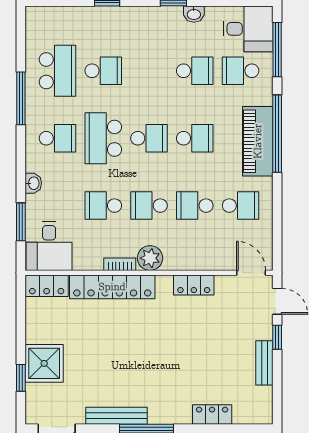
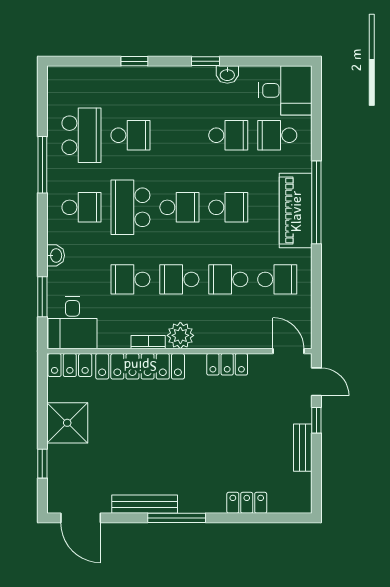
window: (277, 50) -> (316, 113), removed
shower: (44, 363) -> (67, 423), moved

